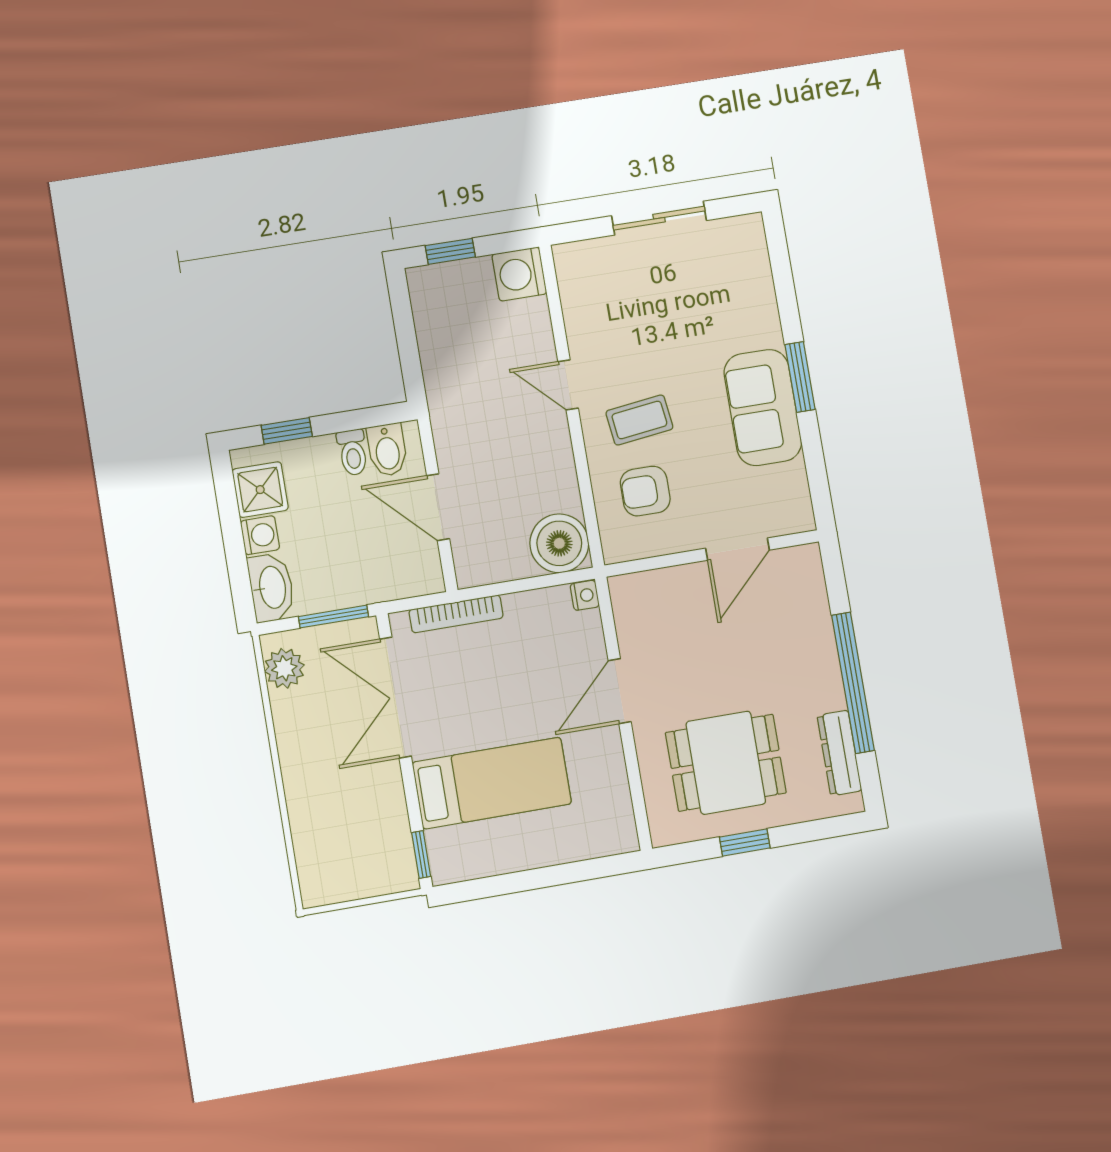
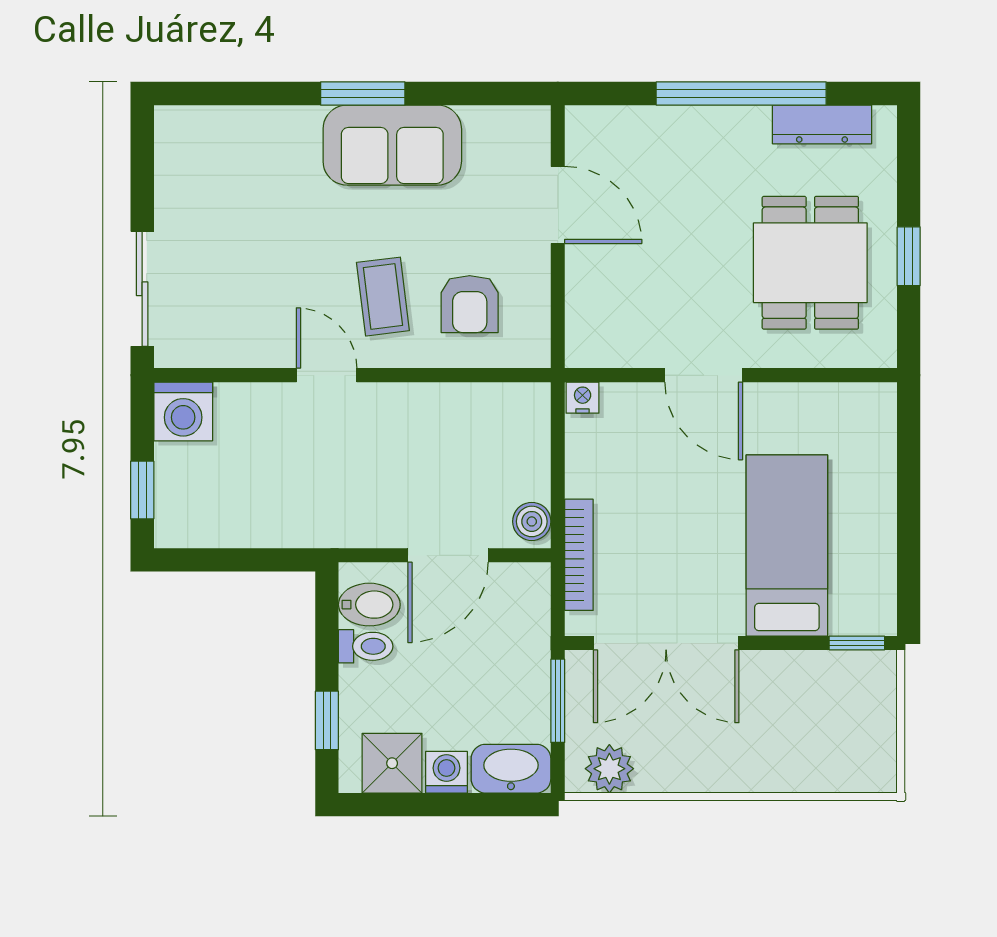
sliding door: (659, 218) -> (142, 289), moved
door: (568, 385) -> (327, 375), swing flipped
boiler: (559, 543) -> (532, 521), moved, width x0.54, depth x0.54

